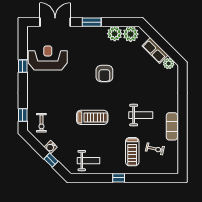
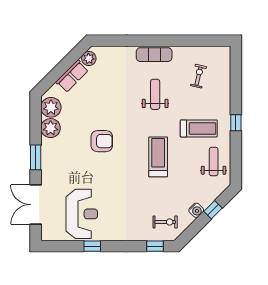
reception desk: (48, 58) -> (82, 214), turned 180
exercise mat: (172, 126) -> (154, 55), moved
treadmill: (132, 152) -> (199, 129), moved

